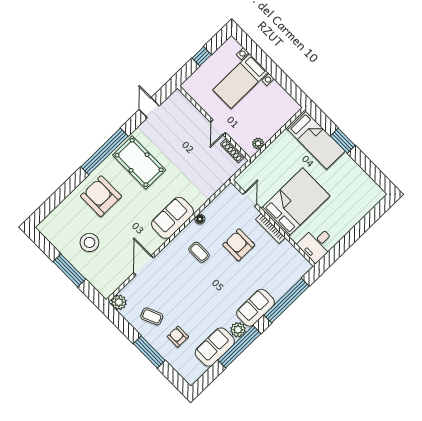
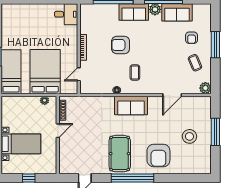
bed: (296, 202) -> (45, 72), moved, turned 90
armchair: (239, 245) -> (121, 45), moved, turned 90

